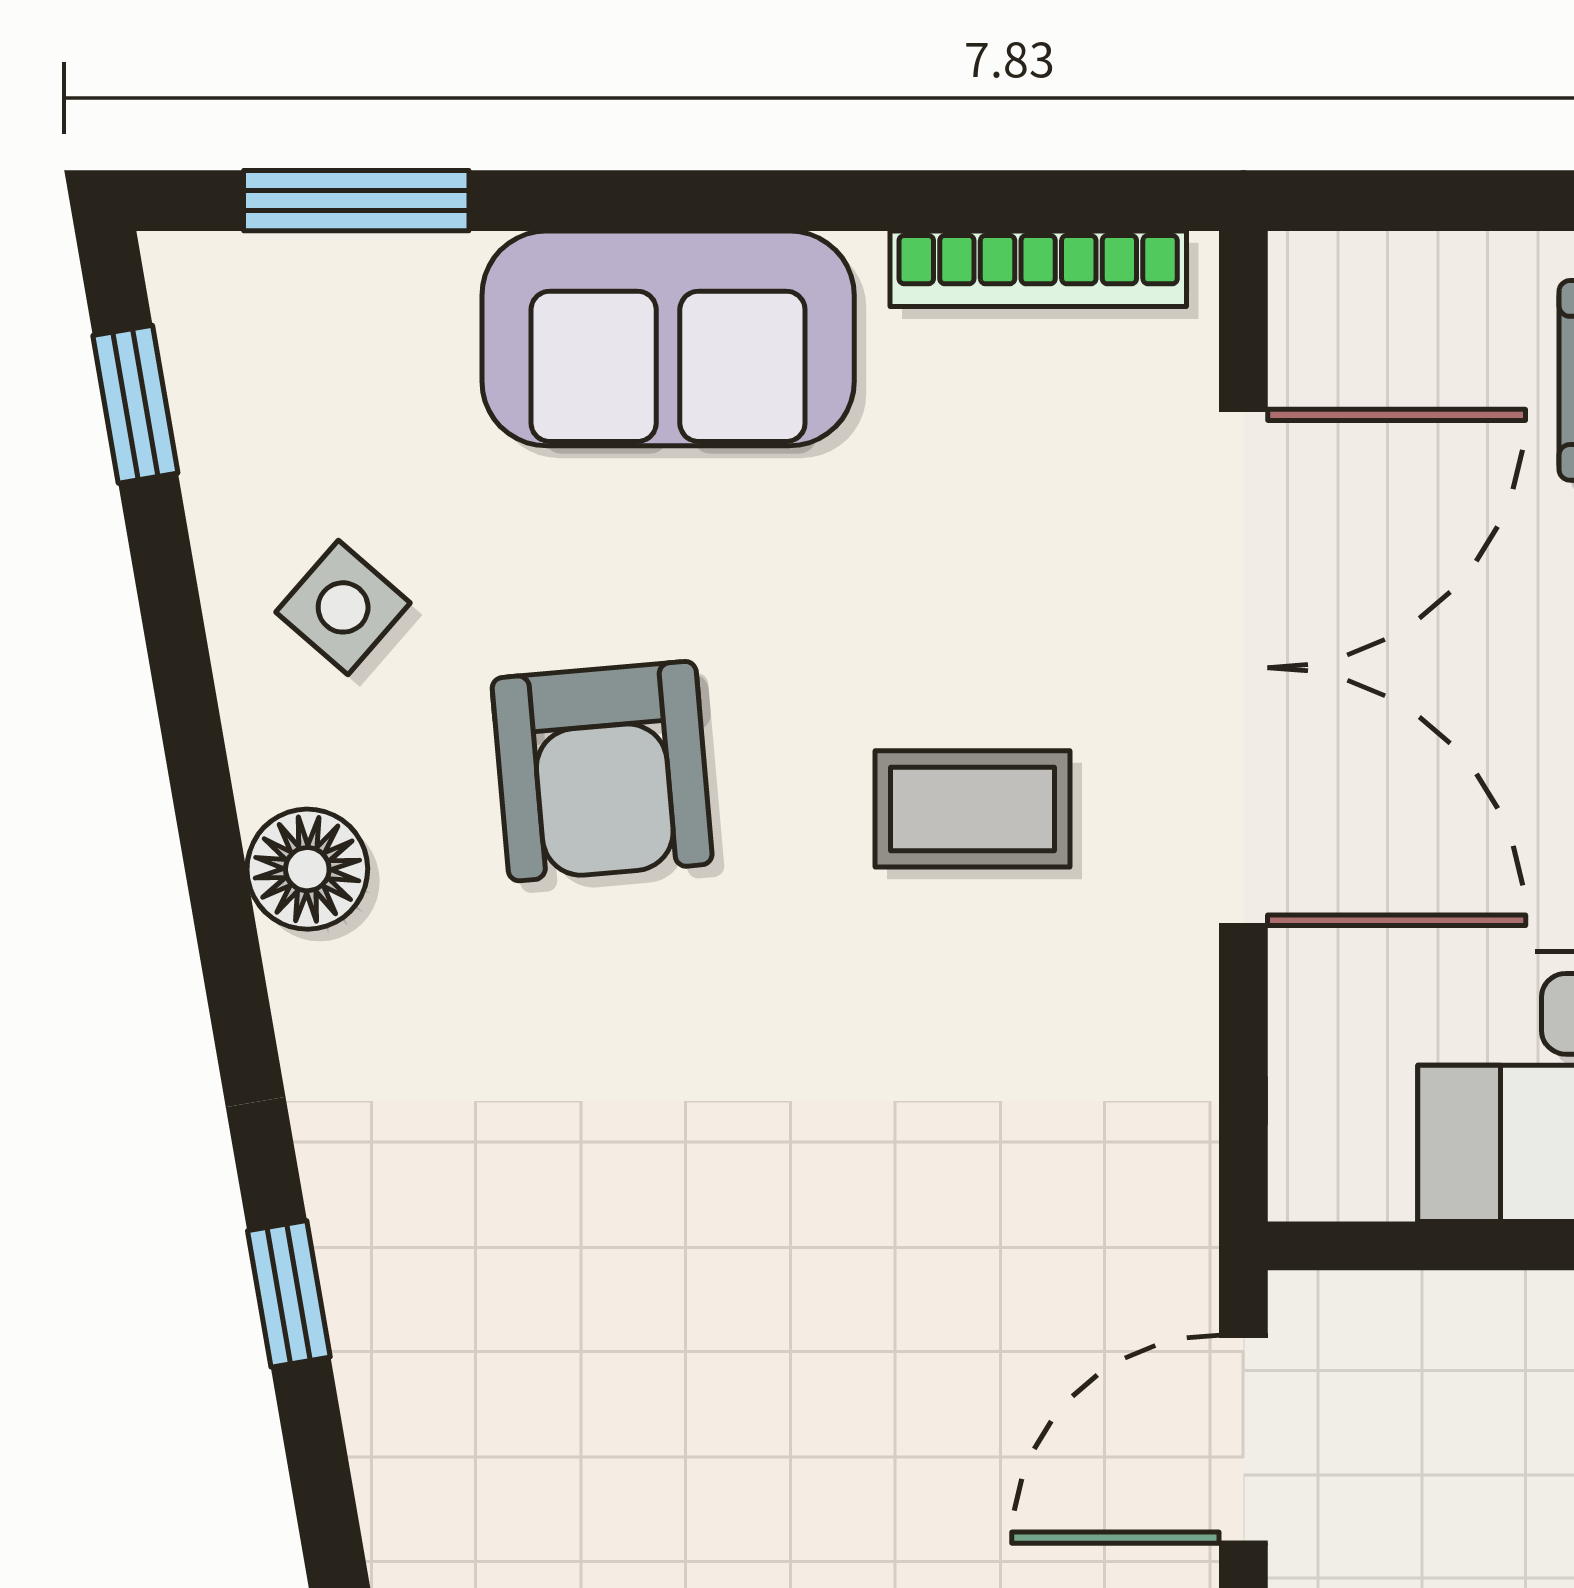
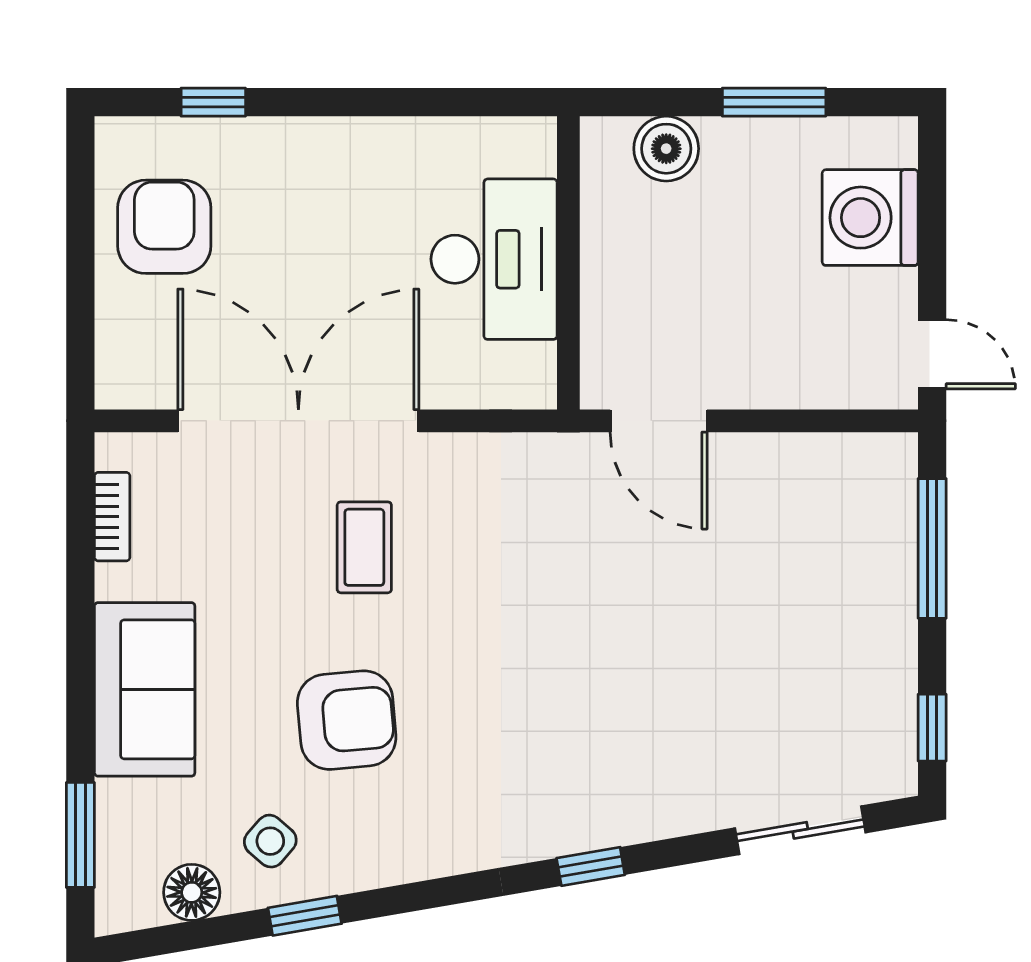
bookcase: (1038, 269) -> (112, 517), width x0.64
window: (135, 404) -> (305, 916), moved
floor lamp: (307, 869) -> (192, 892), moved

